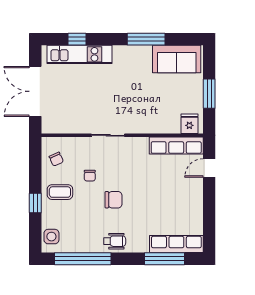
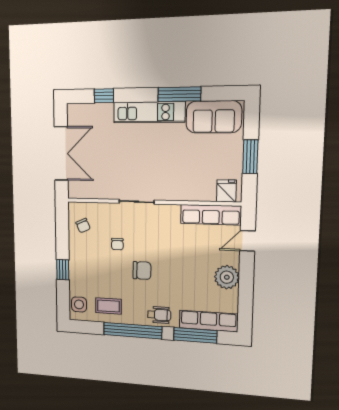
kitchen unit: (80, 54) -> (149, 112), moved
double door: (35, 91) -> (61, 153), swing flipped
coffee table: (60, 192) -> (108, 306), moved
plant: (192, 202) -> (227, 277), added
wheelchair: (115, 241) -> (159, 315), moved
window: (83, 259) -> (133, 331), moved

